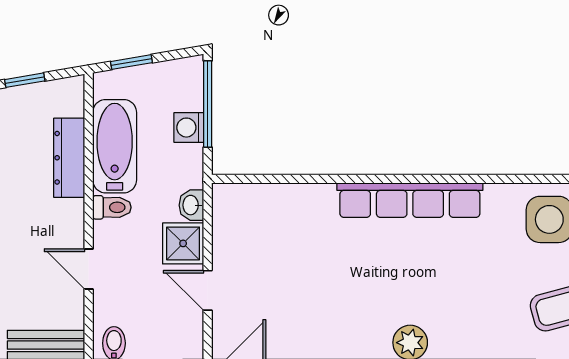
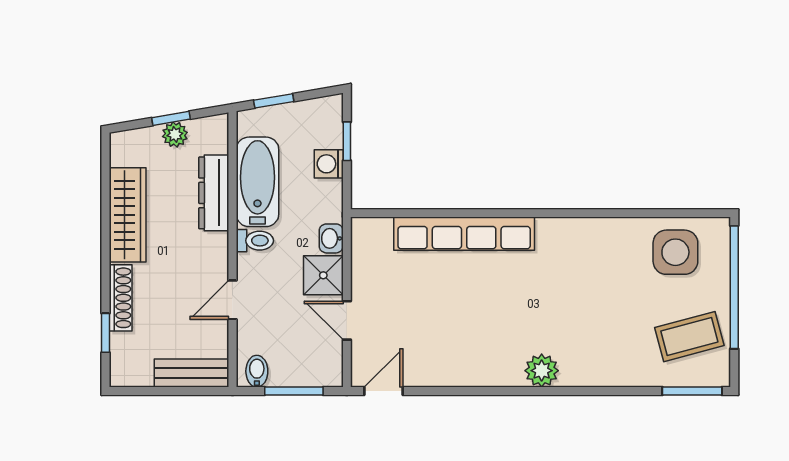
plant: (29, 97) -> (175, 134), added
window: (208, 104) -> (347, 141), width x0.46
row of seats: (410, 200) -> (464, 234), moved
door: (89, 269) -> (232, 300), hinge flipped

